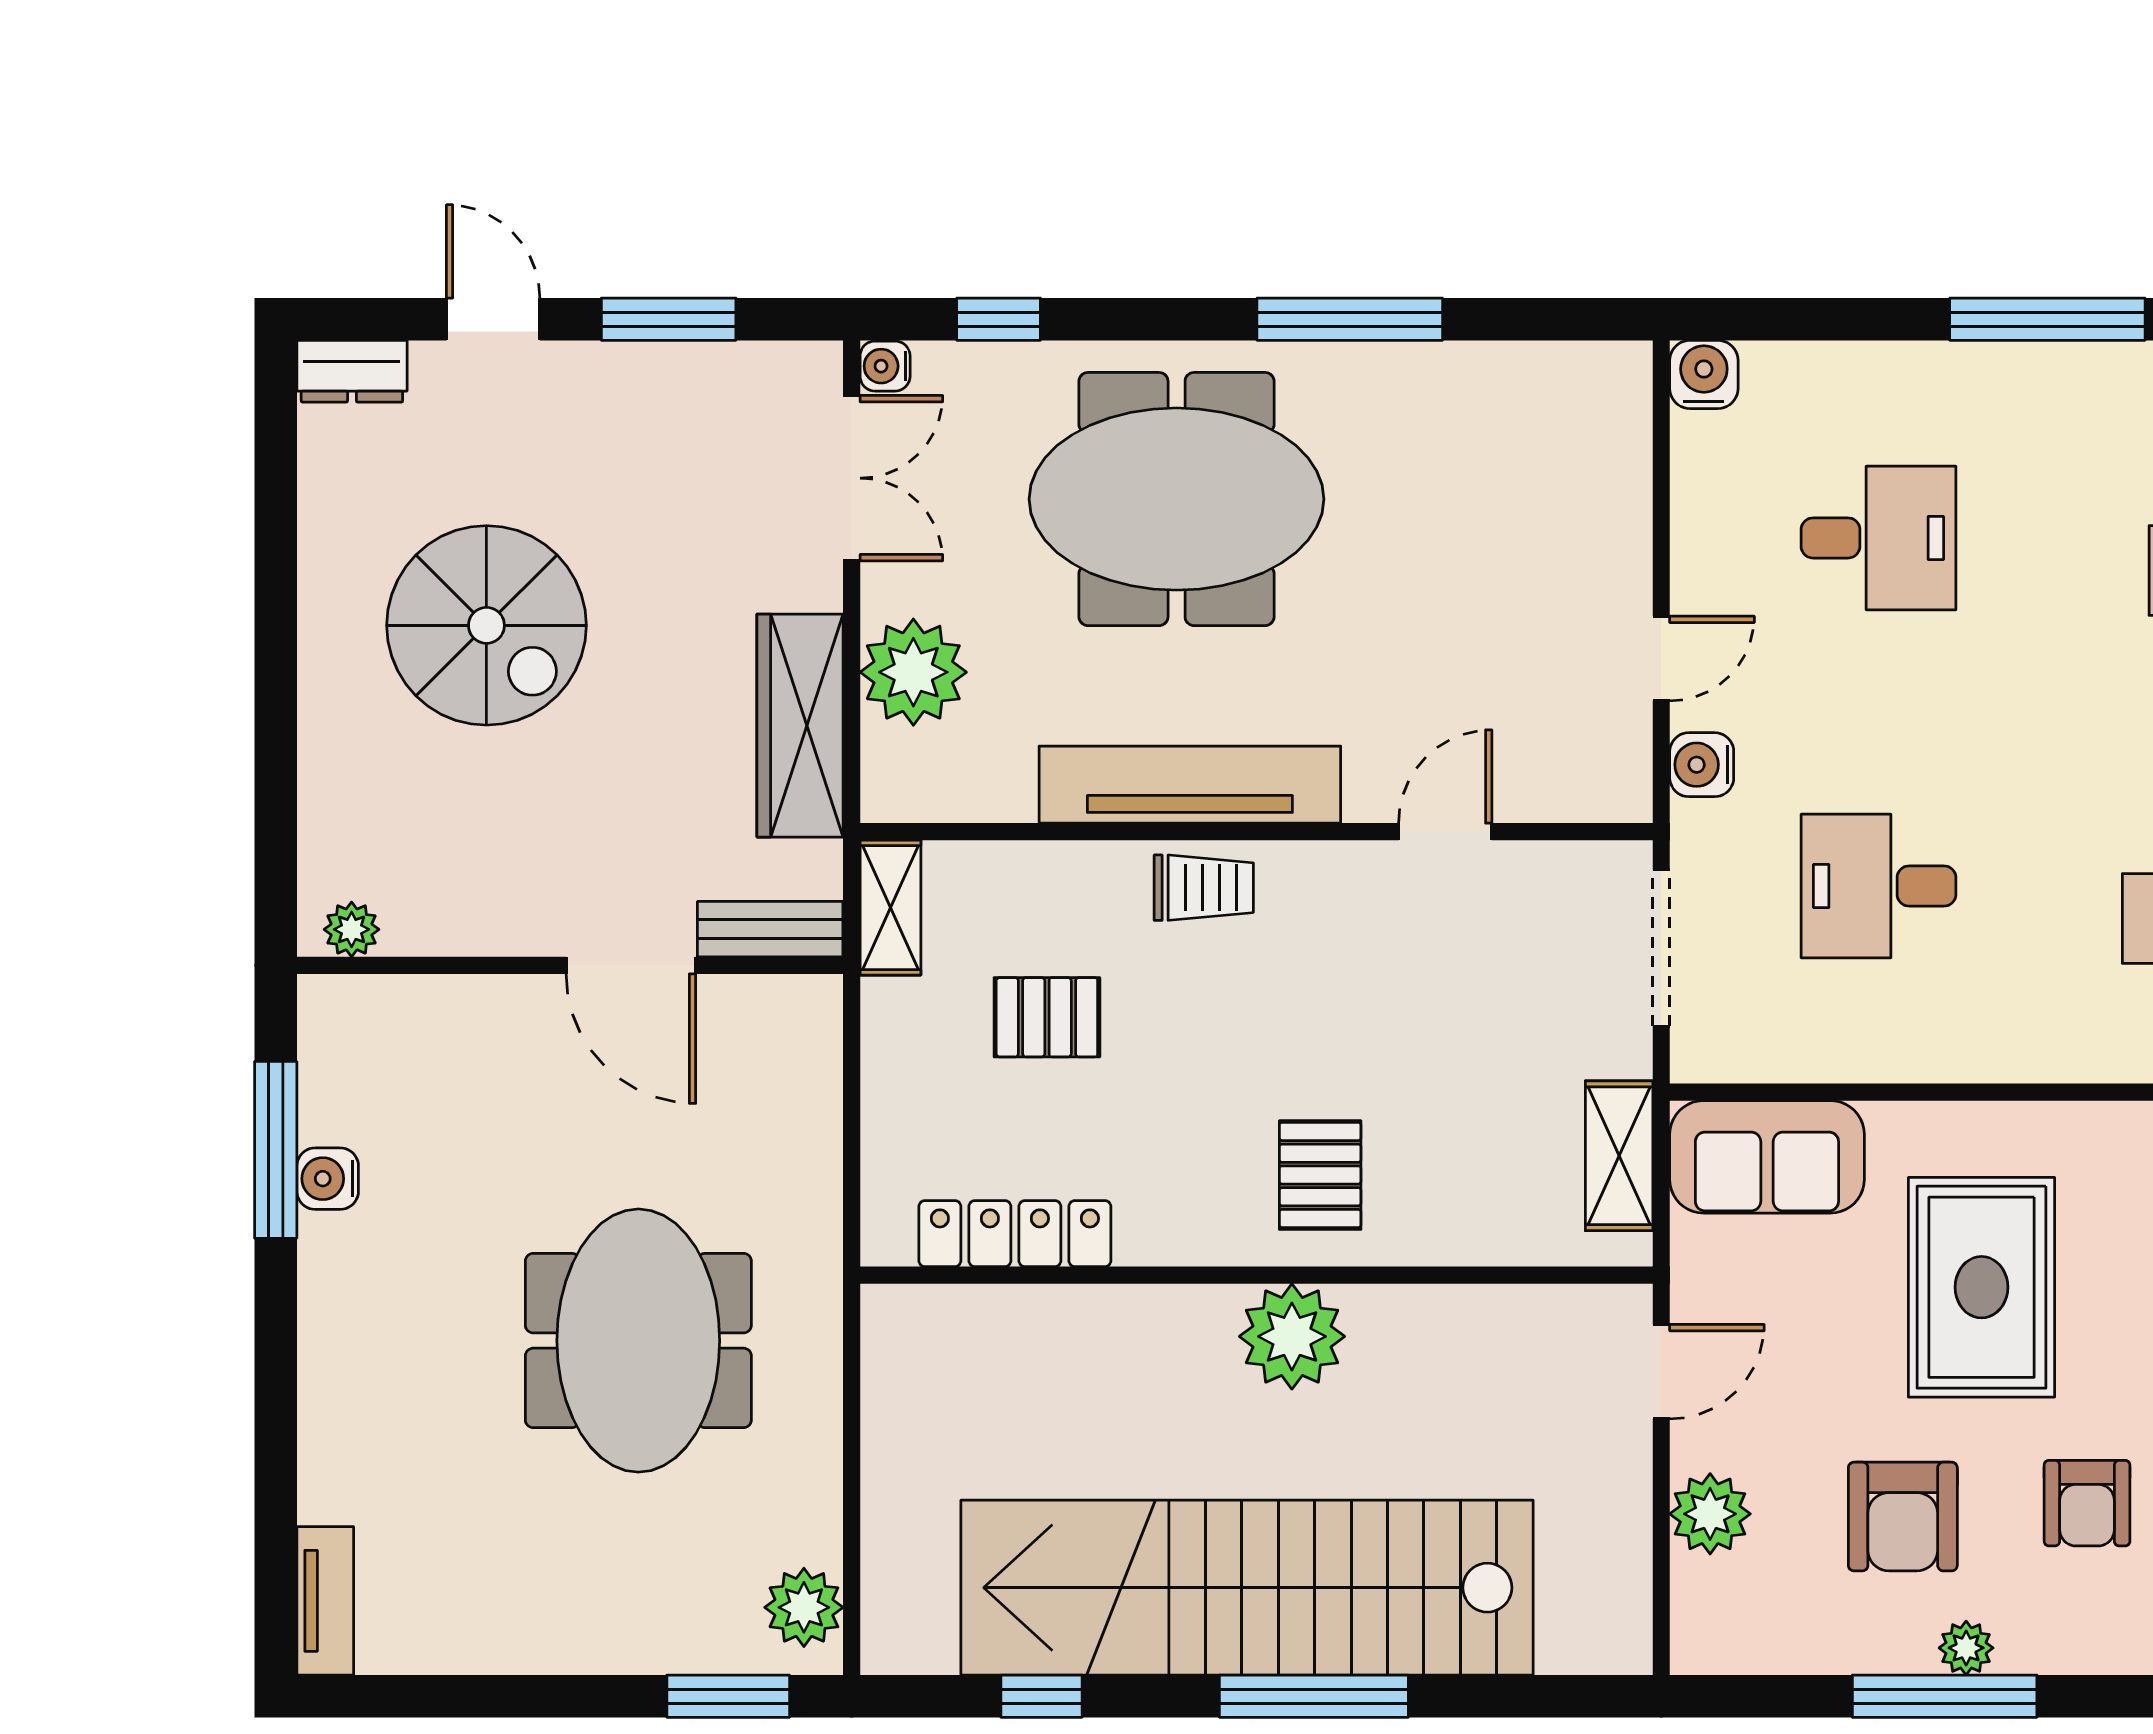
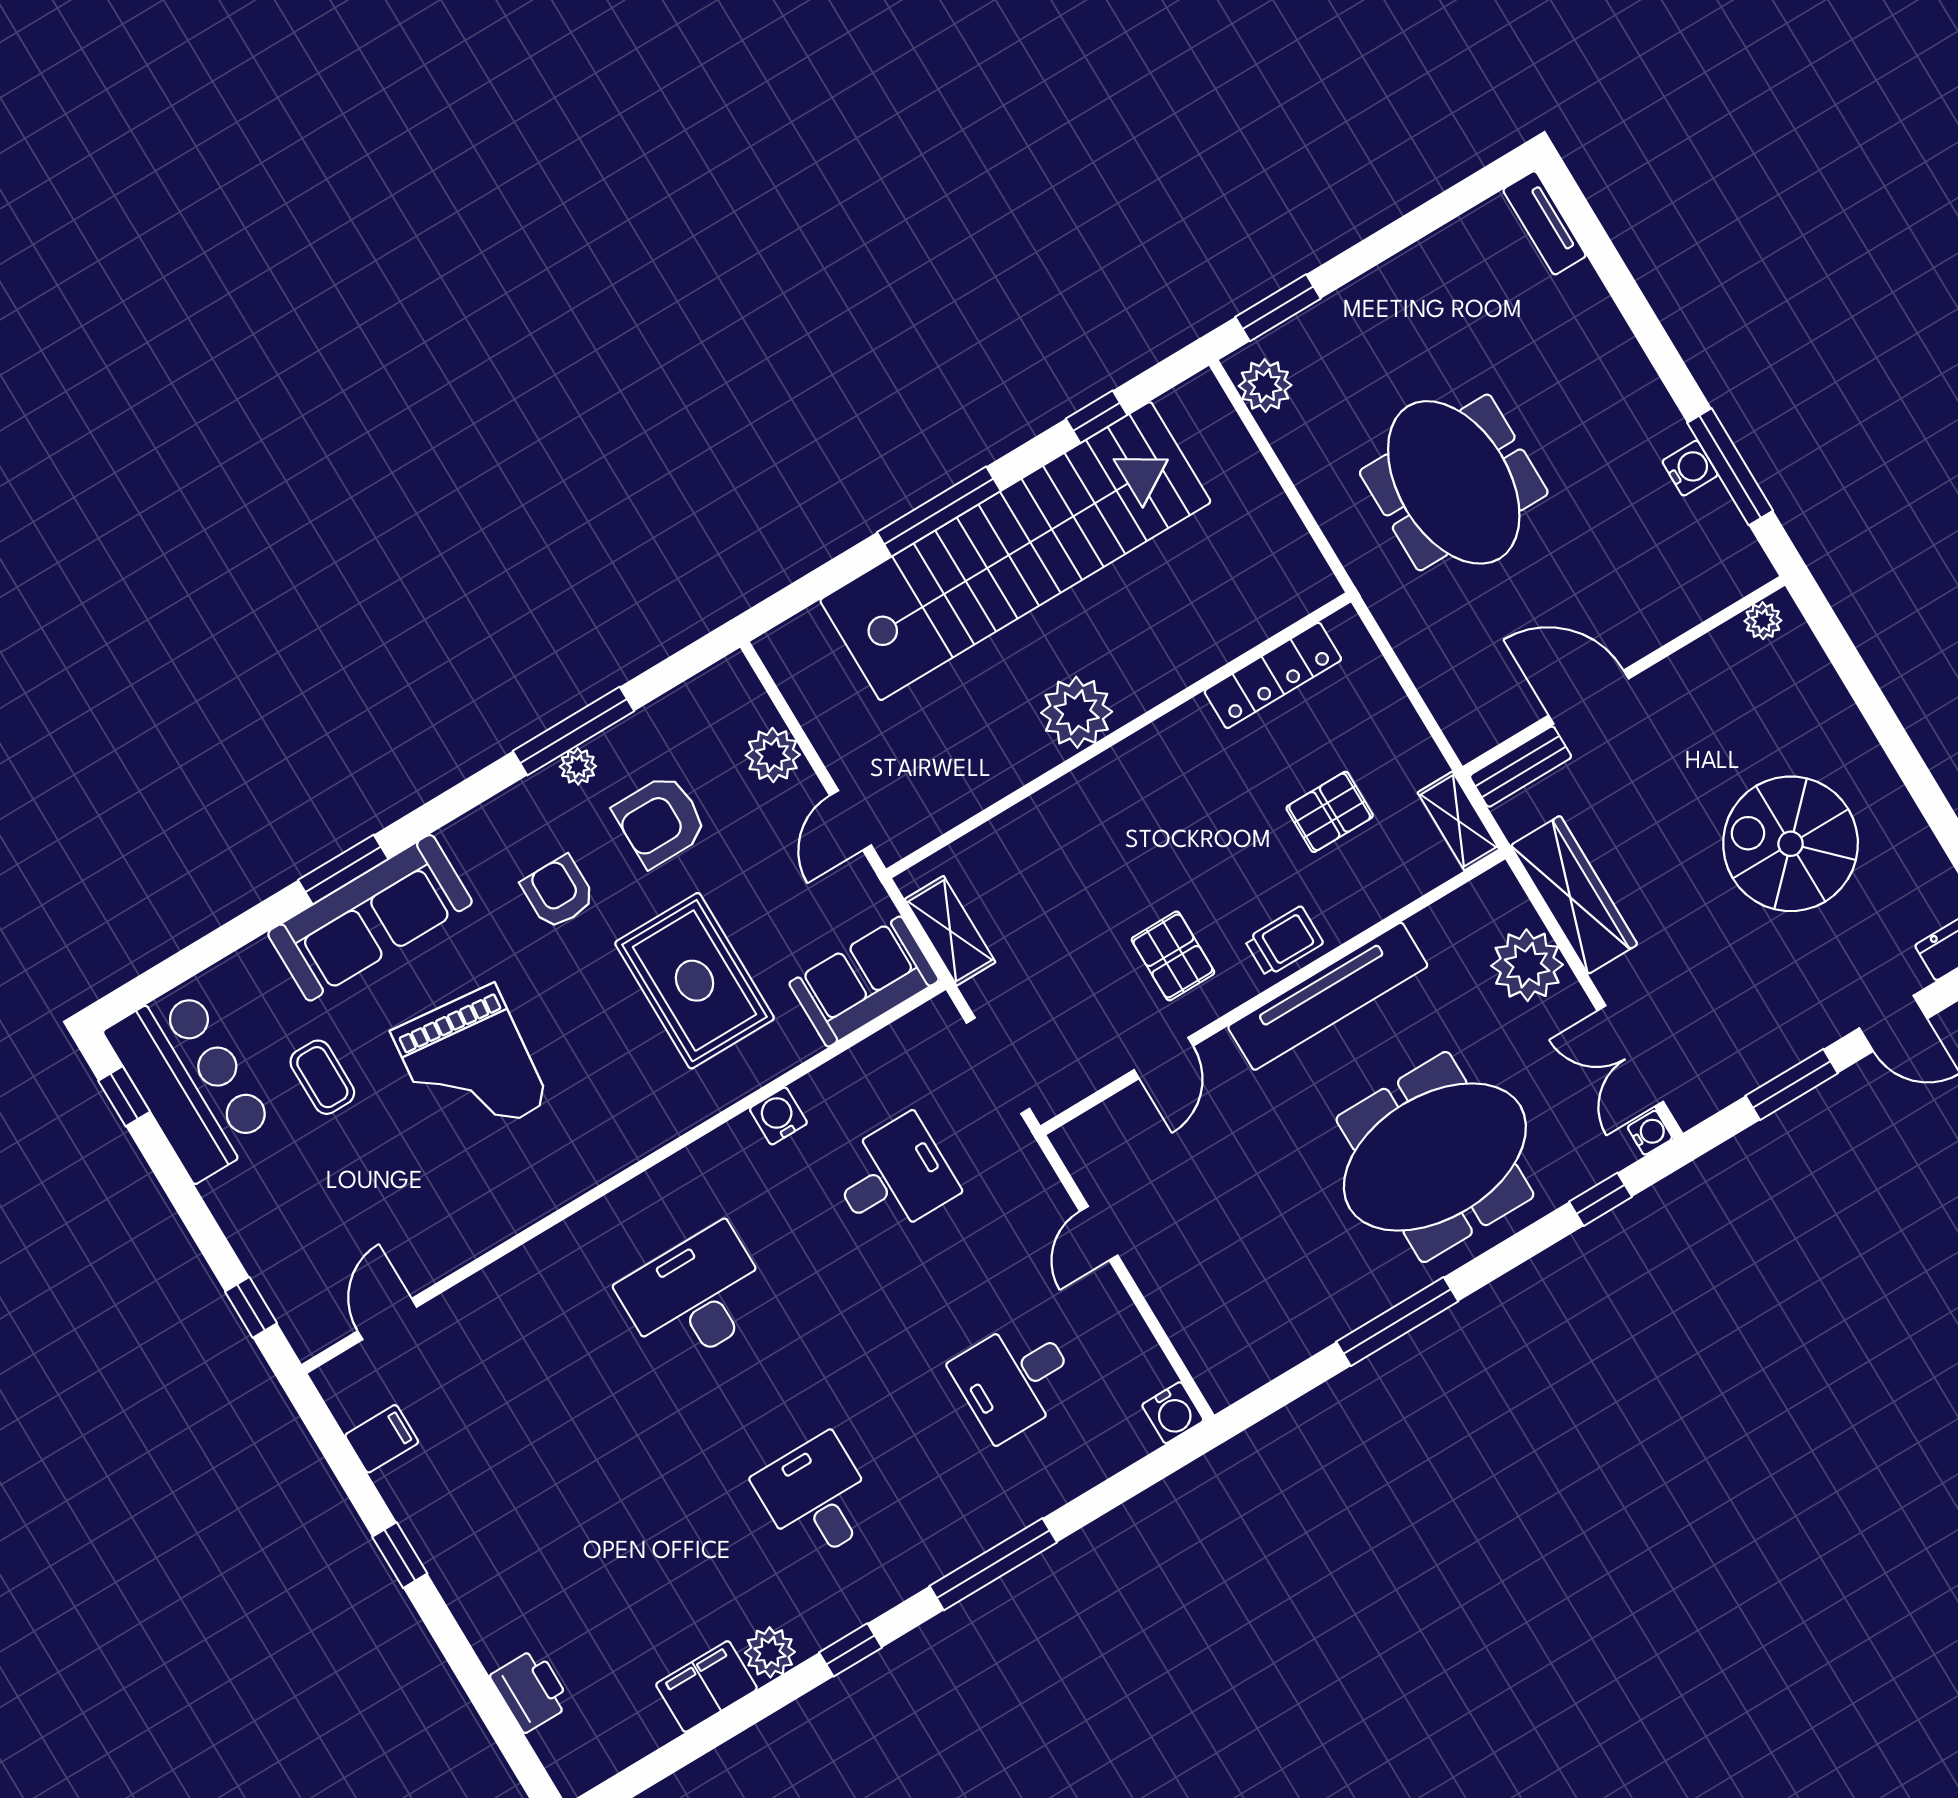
water cooler: (1702, 765) -> (778, 1116), moved, turned -90
trolley: (1204, 888) -> (1284, 941), turned 180
pallet: (1320, 1175) -> (1173, 956), moved
armchair: (1903, 1517) -> (660, 821), turned -90

